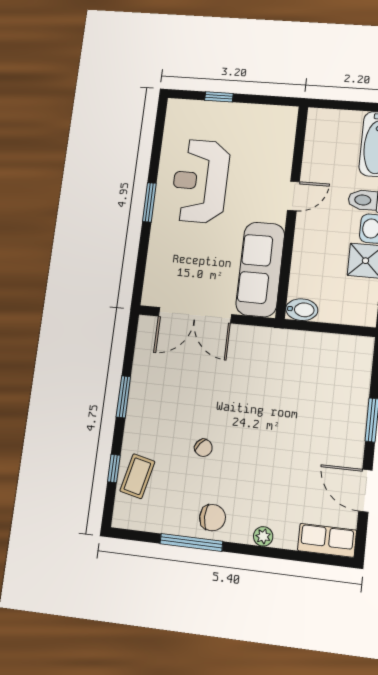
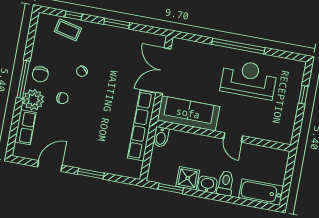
window: (149, 202) -> (238, 46), width x2.11
row of seats: (286, 342) -> (142, 126), added
chair: (250, 477) -> (62, 98), added
plant: (263, 536) -> (33, 100), width x1.88, depth x1.88
row of seats: (327, 540) -> (25, 127), moved
window: (191, 542) -> (23, 79), moved

